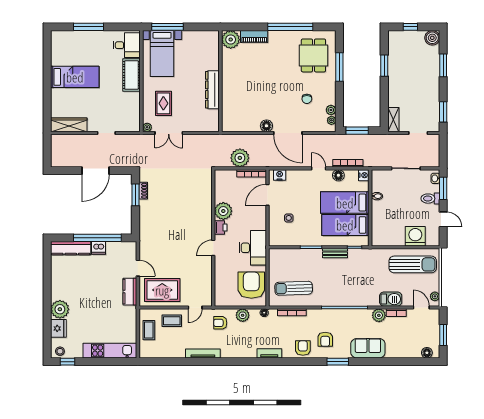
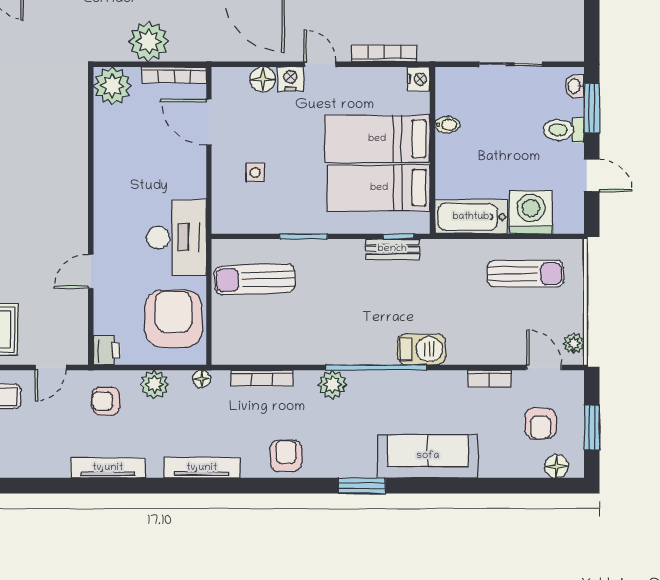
nightstand: (280, 175) -> (290, 79), moved
floor lamp: (338, 175) -> (263, 79), moved
door: (268, 195) -> (209, 122), hinge flipped
plant: (223, 211) -> (112, 86), moved
printer: (221, 227) -> (107, 350), moved
bathtub: (388, 238) -> (471, 217), added
door: (213, 248) -> (91, 271), moved
bench: (335, 253) -> (392, 249), moved
sun lounger: (413, 264) -> (525, 274), width x0.73, depth x0.75
sun lounger: (294, 288) -> (255, 279), moved
barbecue: (391, 299) -> (422, 349), moved
plant: (379, 315) -> (332, 385), moved
armchair: (325, 339) -> (540, 423), moved
sofa: (368, 348) -> (428, 456), width x1.36
tv unit: (203, 353) -> (108, 468), moved
tv unit: (269, 353) -> (202, 468), width x1.41

